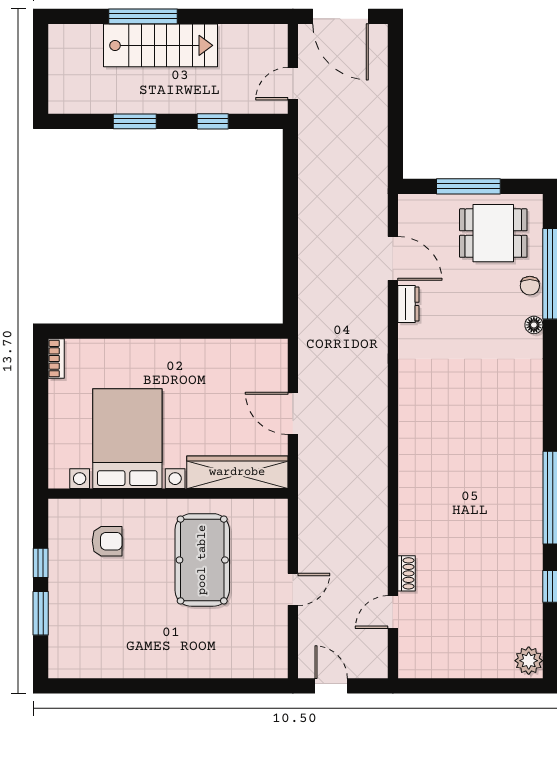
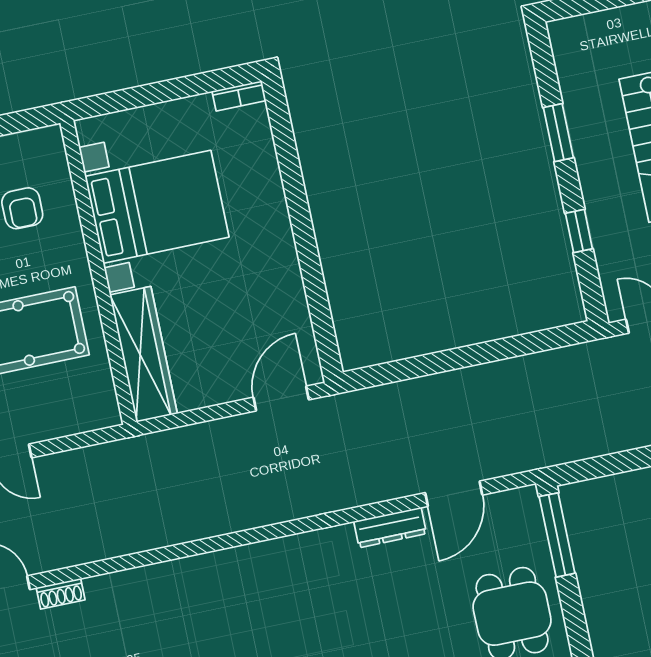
window: (468, 186) -> (557, 535), moved
dresser: (408, 304) -> (390, 527), width x1.44
door: (293, 413) -> (281, 399), moved

